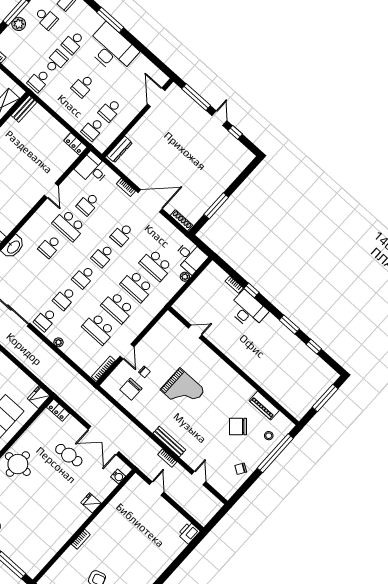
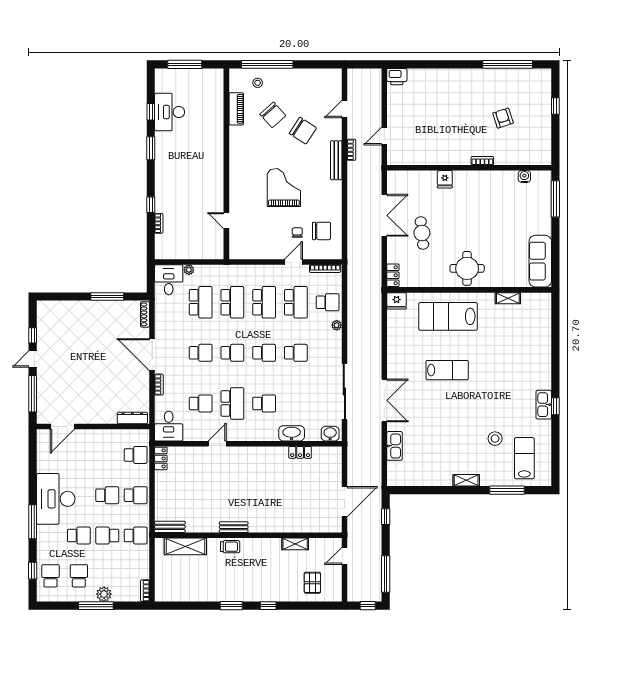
school desk: (110, 110) -> (136, 495), moved
desk: (248, 310) -> (170, 112), moved
school desk: (45, 320) -> (328, 302), moved
chair: (241, 469) -> (303, 131), moved, width x1.87, depth x1.87
water cooler: (118, 476) -> (524, 177), moved

